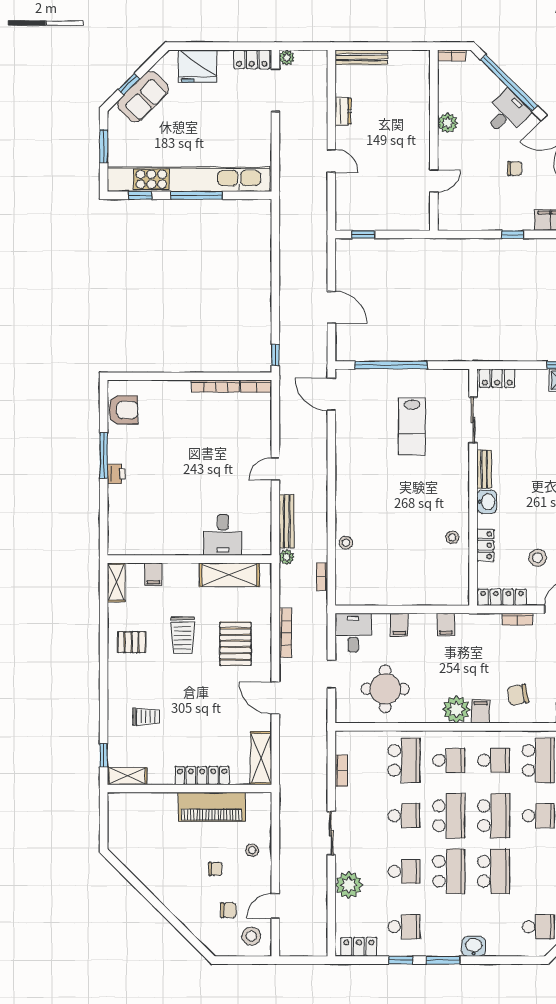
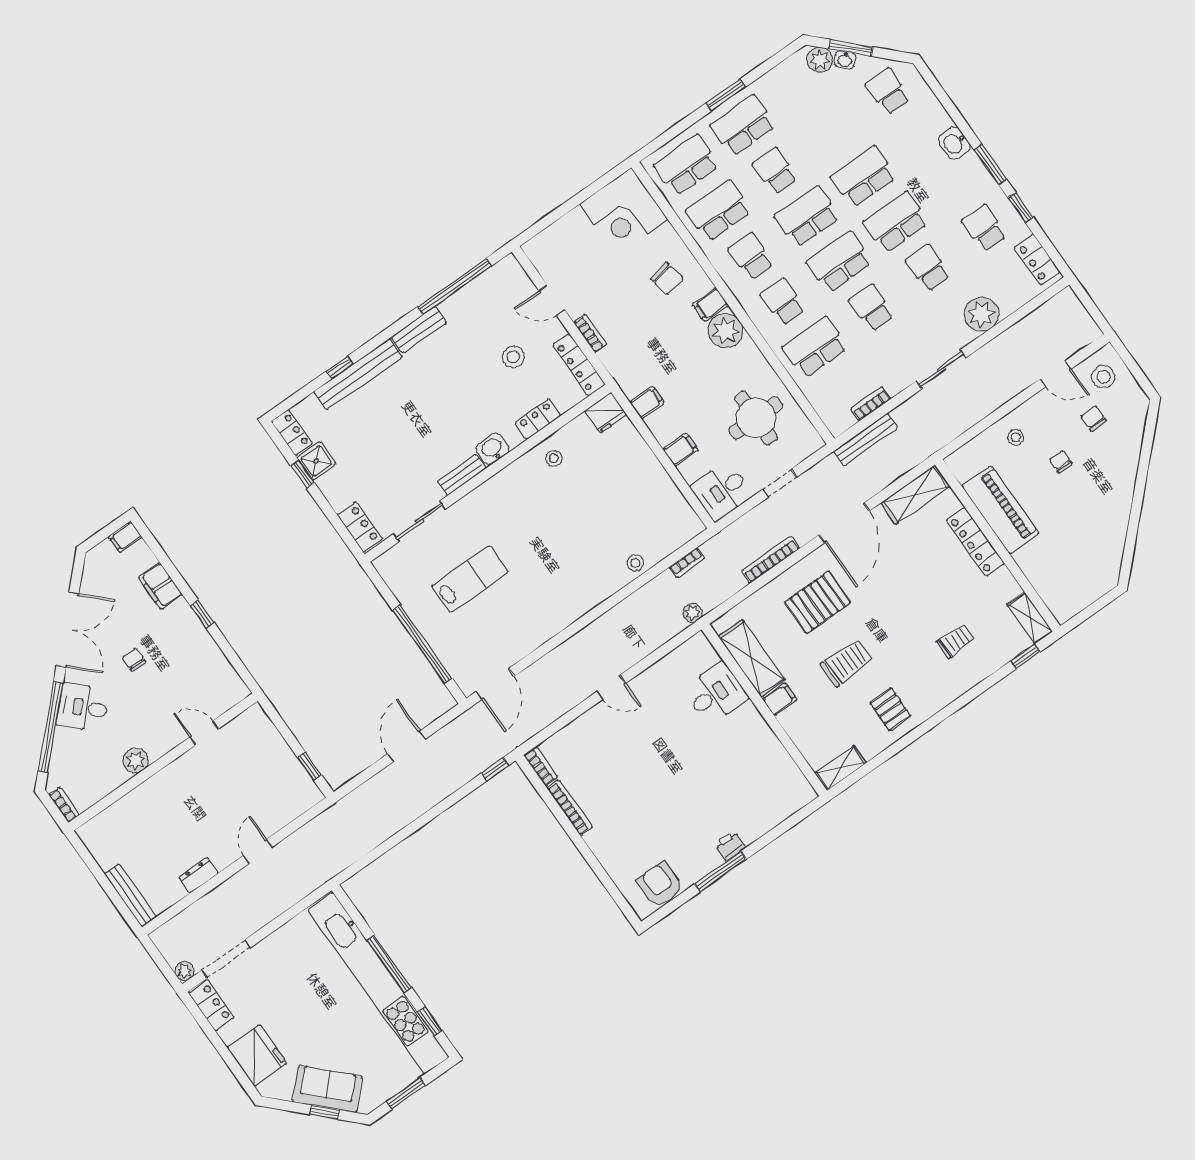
bench: (287, 521) -> (866, 440), moved
filing cabinet: (153, 574) -> (780, 699), moved
fridge: (458, 593) -> (606, 413), added
door: (275, 698) -> (844, 523), width x1.36
trolley: (146, 717) -> (956, 641), turned 90

